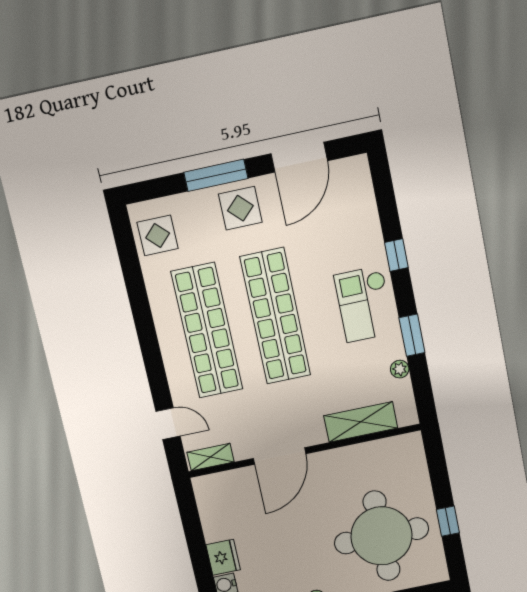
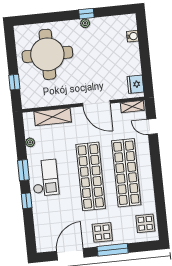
window: (412, 335) -> (23, 170), moved
door: (280, 456) -> (96, 103), swing flipped
window: (448, 521) -> (14, 82), moved
fridge: (223, 557) -> (135, 84), moved

